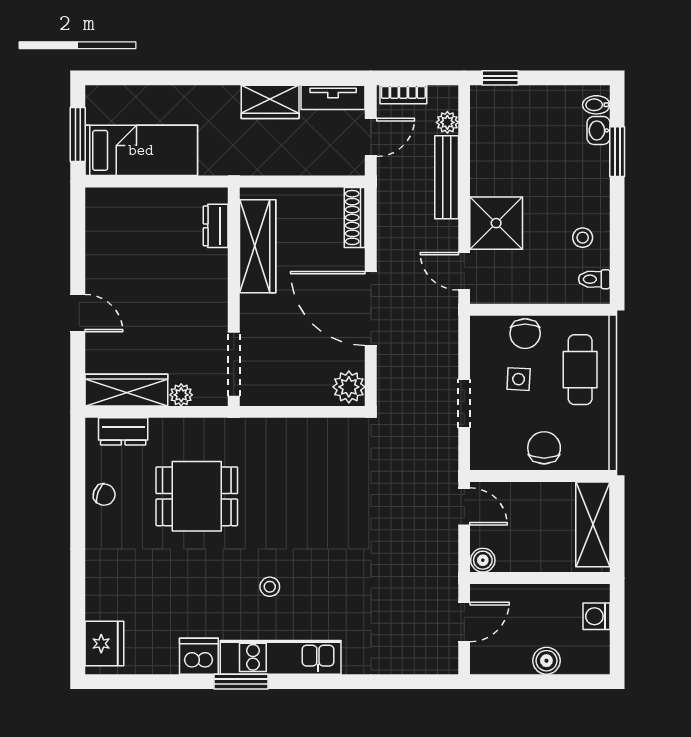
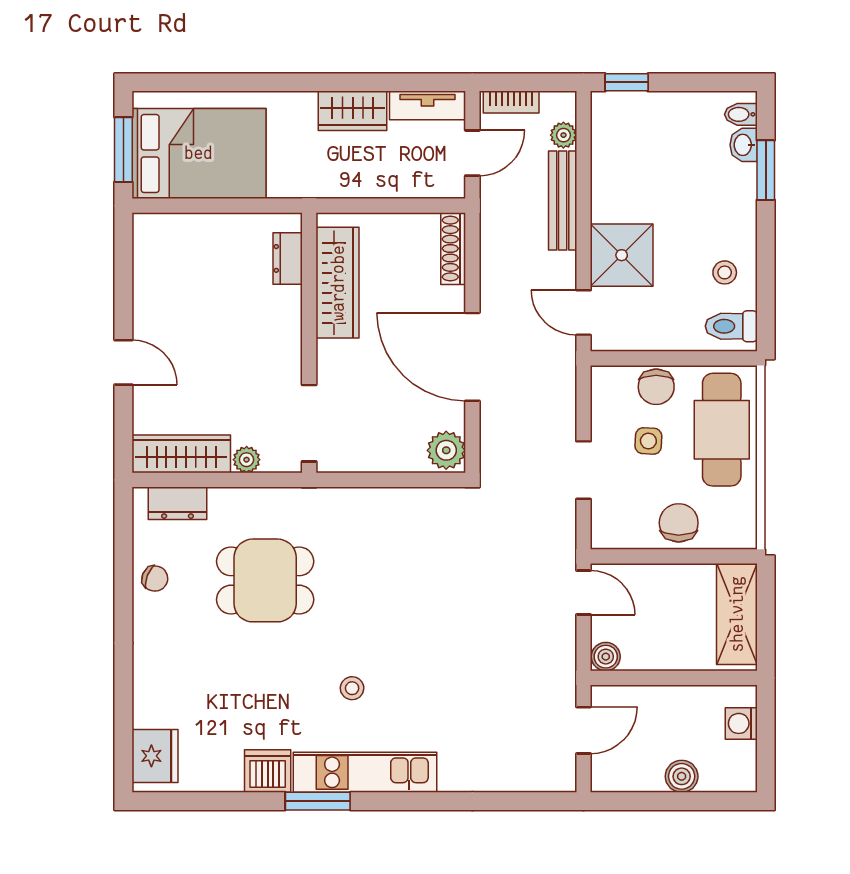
bed: (141, 150) -> (199, 153), width x1.50
toilet: (594, 279) -> (731, 326), width x1.37, depth x1.39
cafe table: (580, 370) -> (722, 430), width x1.37, depth x1.35

